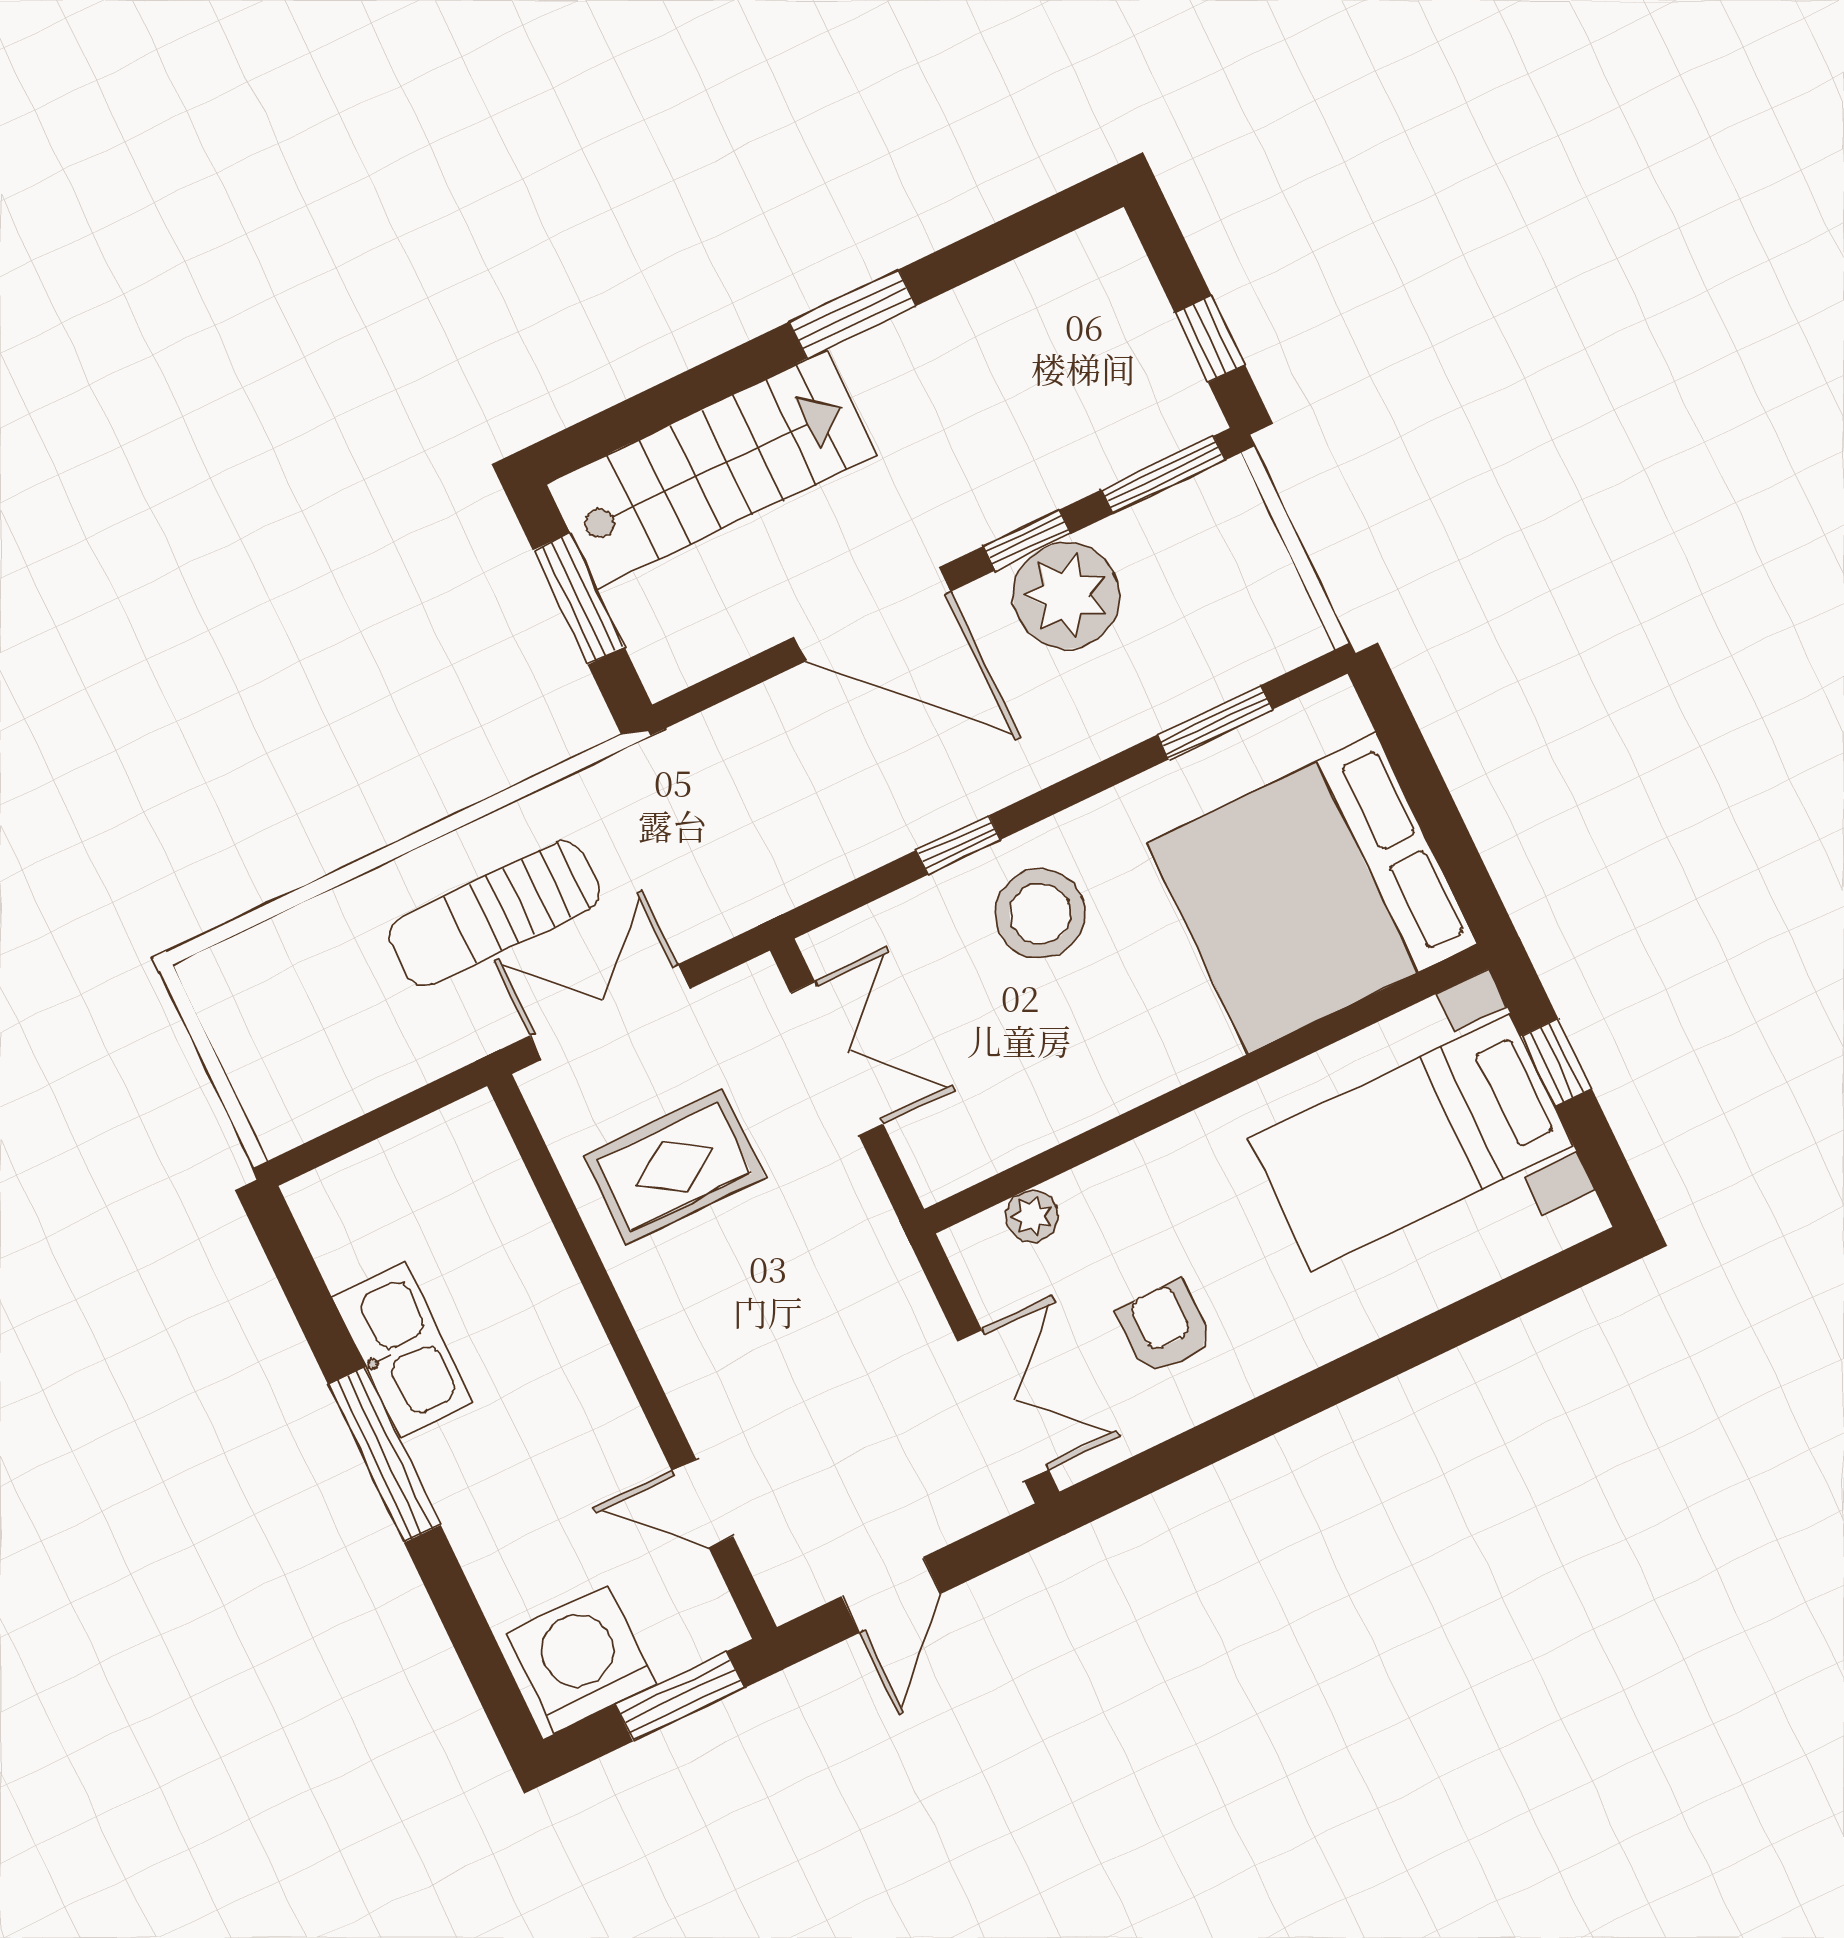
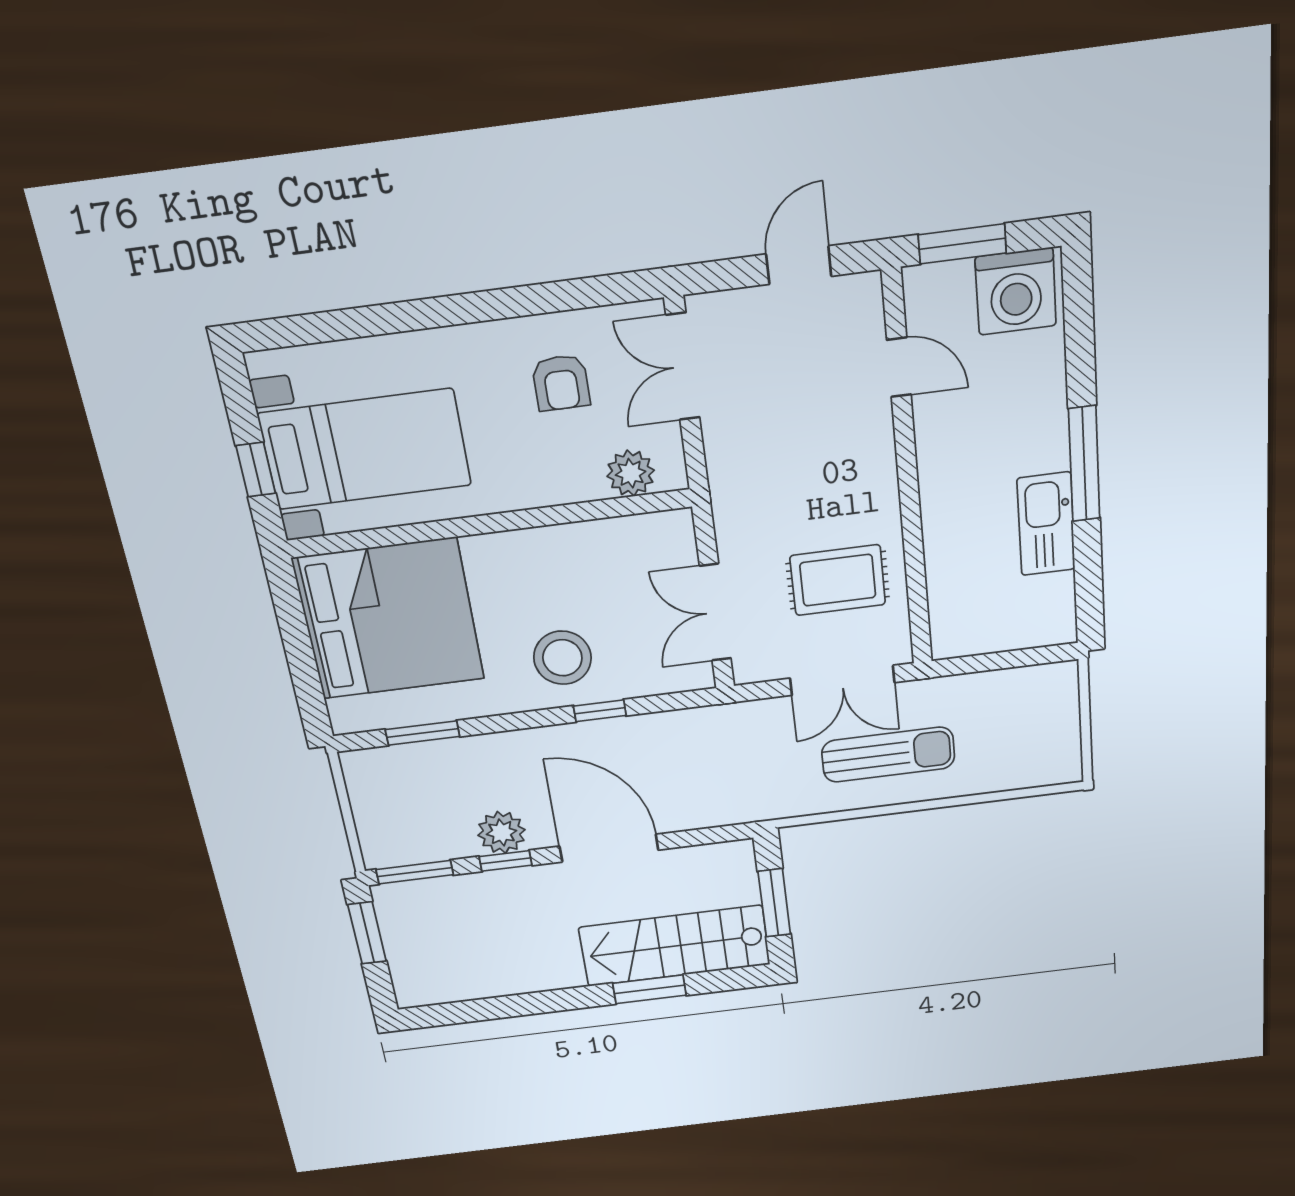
window: (853, 314) -> (649, 989), moved
window: (1210, 339) -> (367, 933), width x1.50
plant: (1066, 595) -> (502, 832), width x0.73, depth x0.73
plant: (1032, 1216) -> (631, 473), width x1.38, depth x1.38

